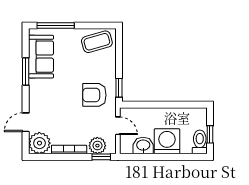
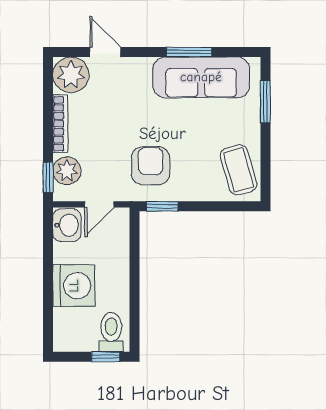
window: (56, 25) -> (265, 102), width x0.69
sofa: (41, 57) -> (201, 77), width x1.36
window: (210, 134) -> (106, 357), moved
toilet: (200, 142) -> (111, 332), moved, turned -90
washbasin: (143, 146) -> (67, 225), moved

